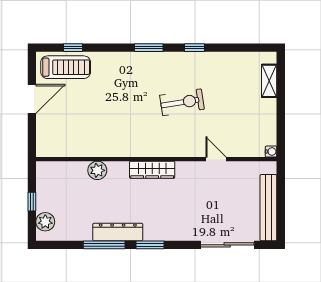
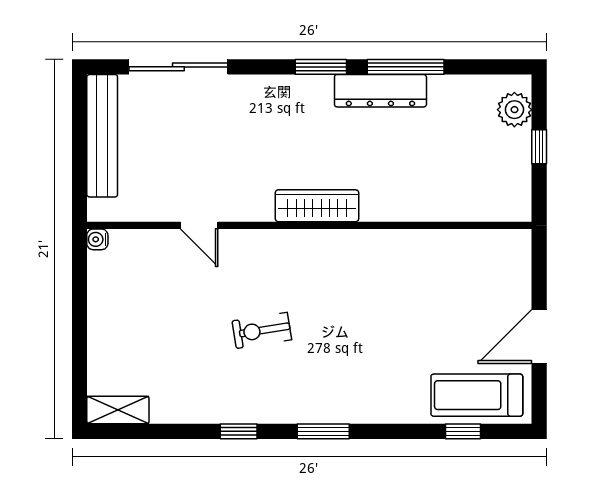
shelving: (269, 81) -> (118, 410), moved, turned 90
exercise bike: (182, 102) -> (262, 330), width x0.73, depth x0.72
plant: (97, 170) -> (418, 205), removed

